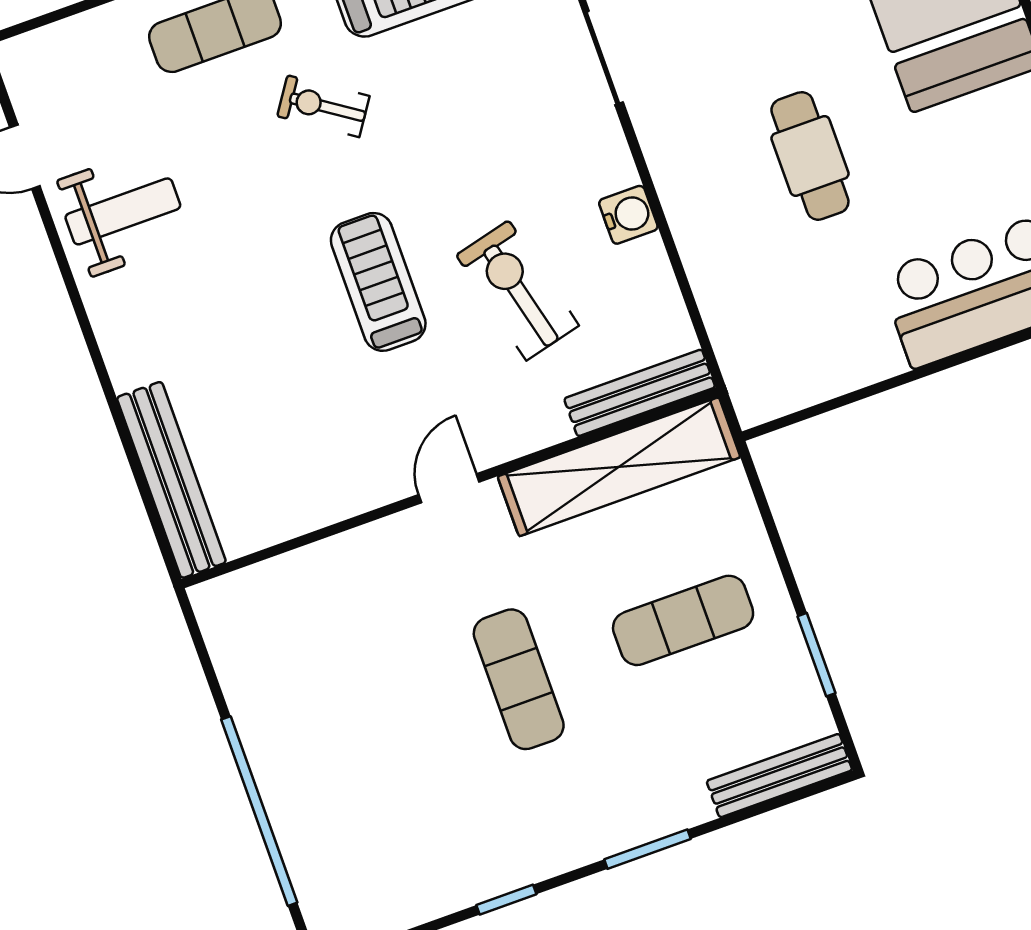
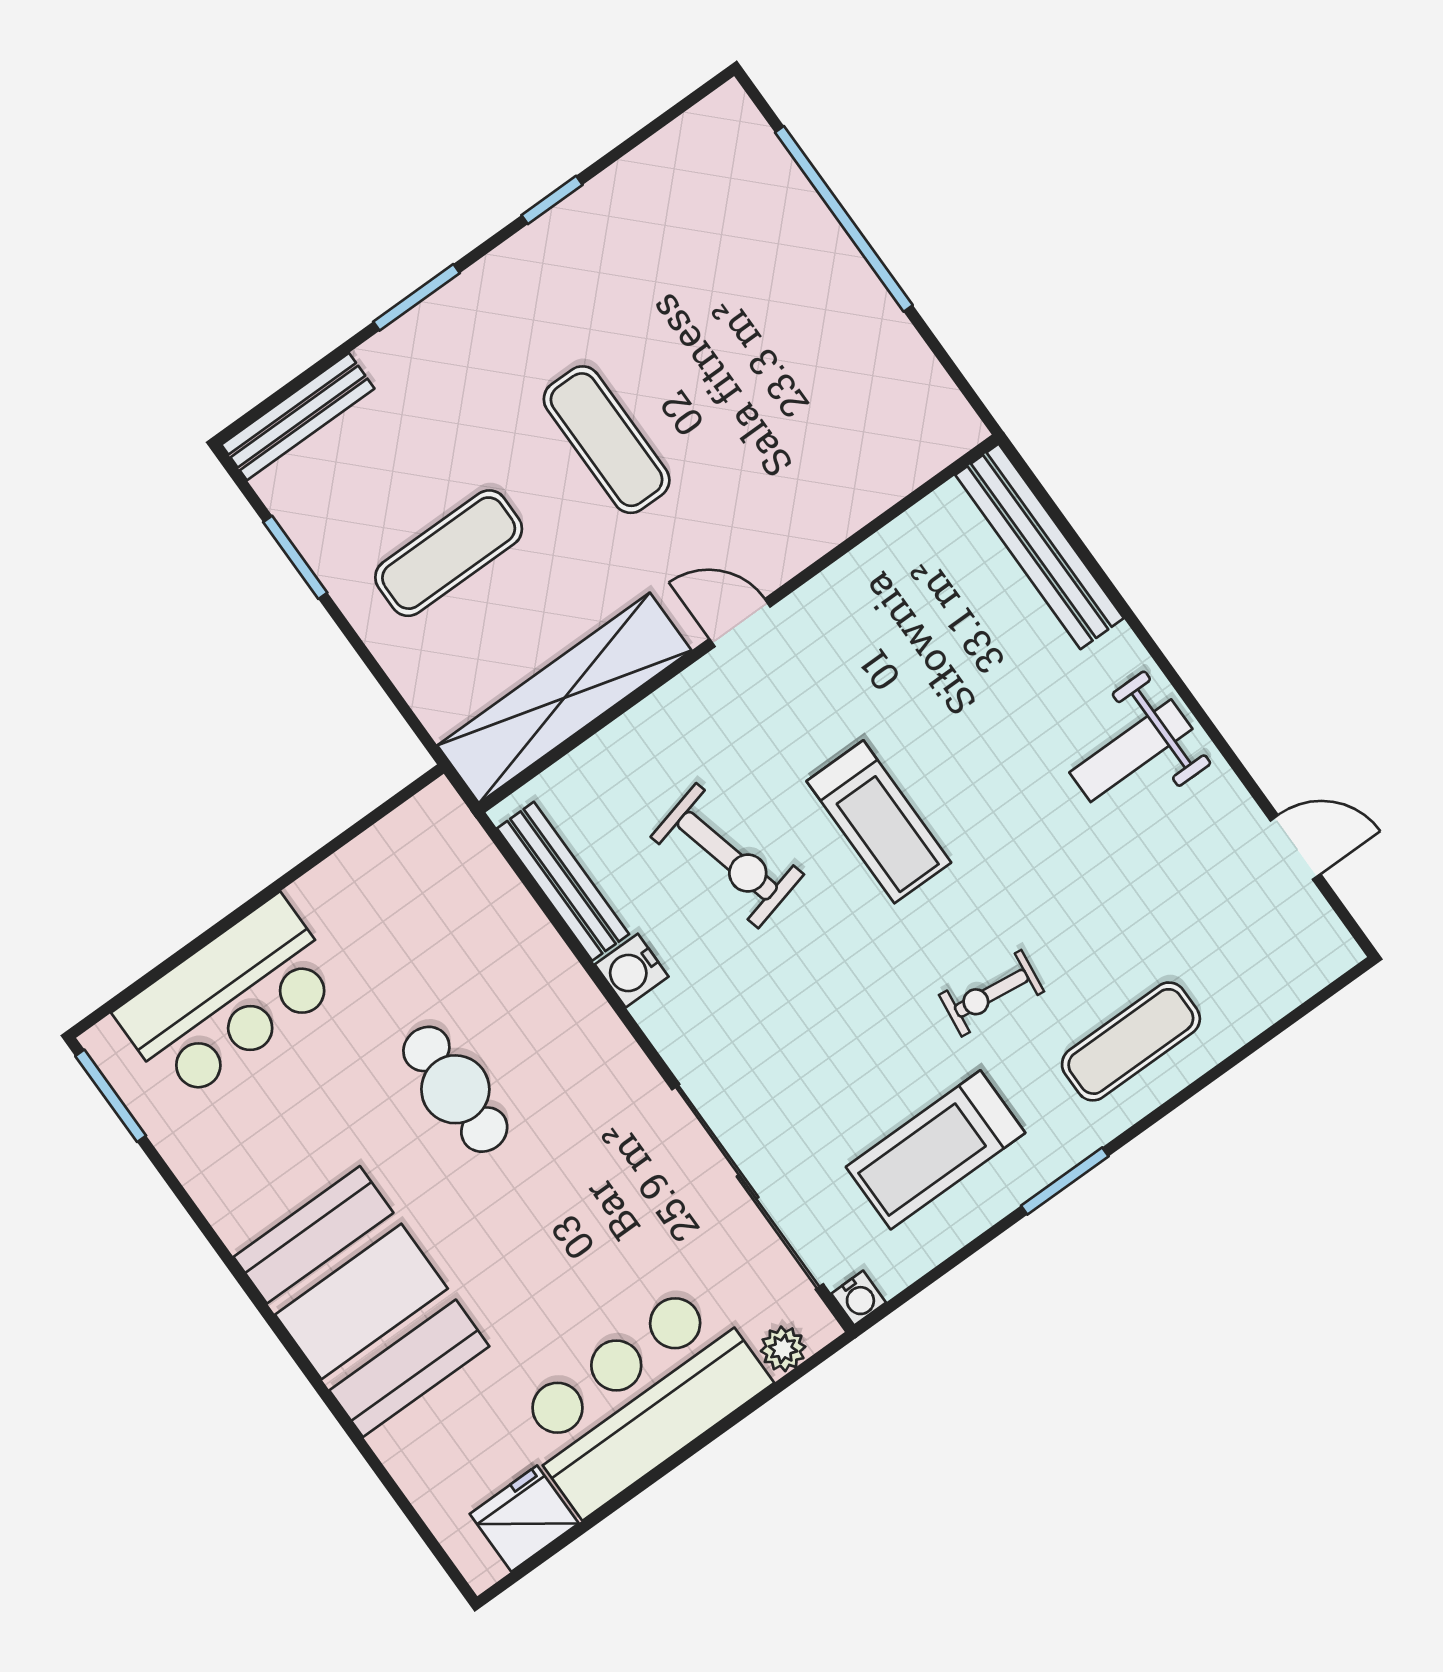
exercise bike: (323, 106) -> (992, 993), turned 153
weight bench: (123, 211) -> (1131, 751), moved
bench: (640, 393) -> (563, 881), moved, turned 90
door: (449, 488) -> (740, 623), swing flipped

